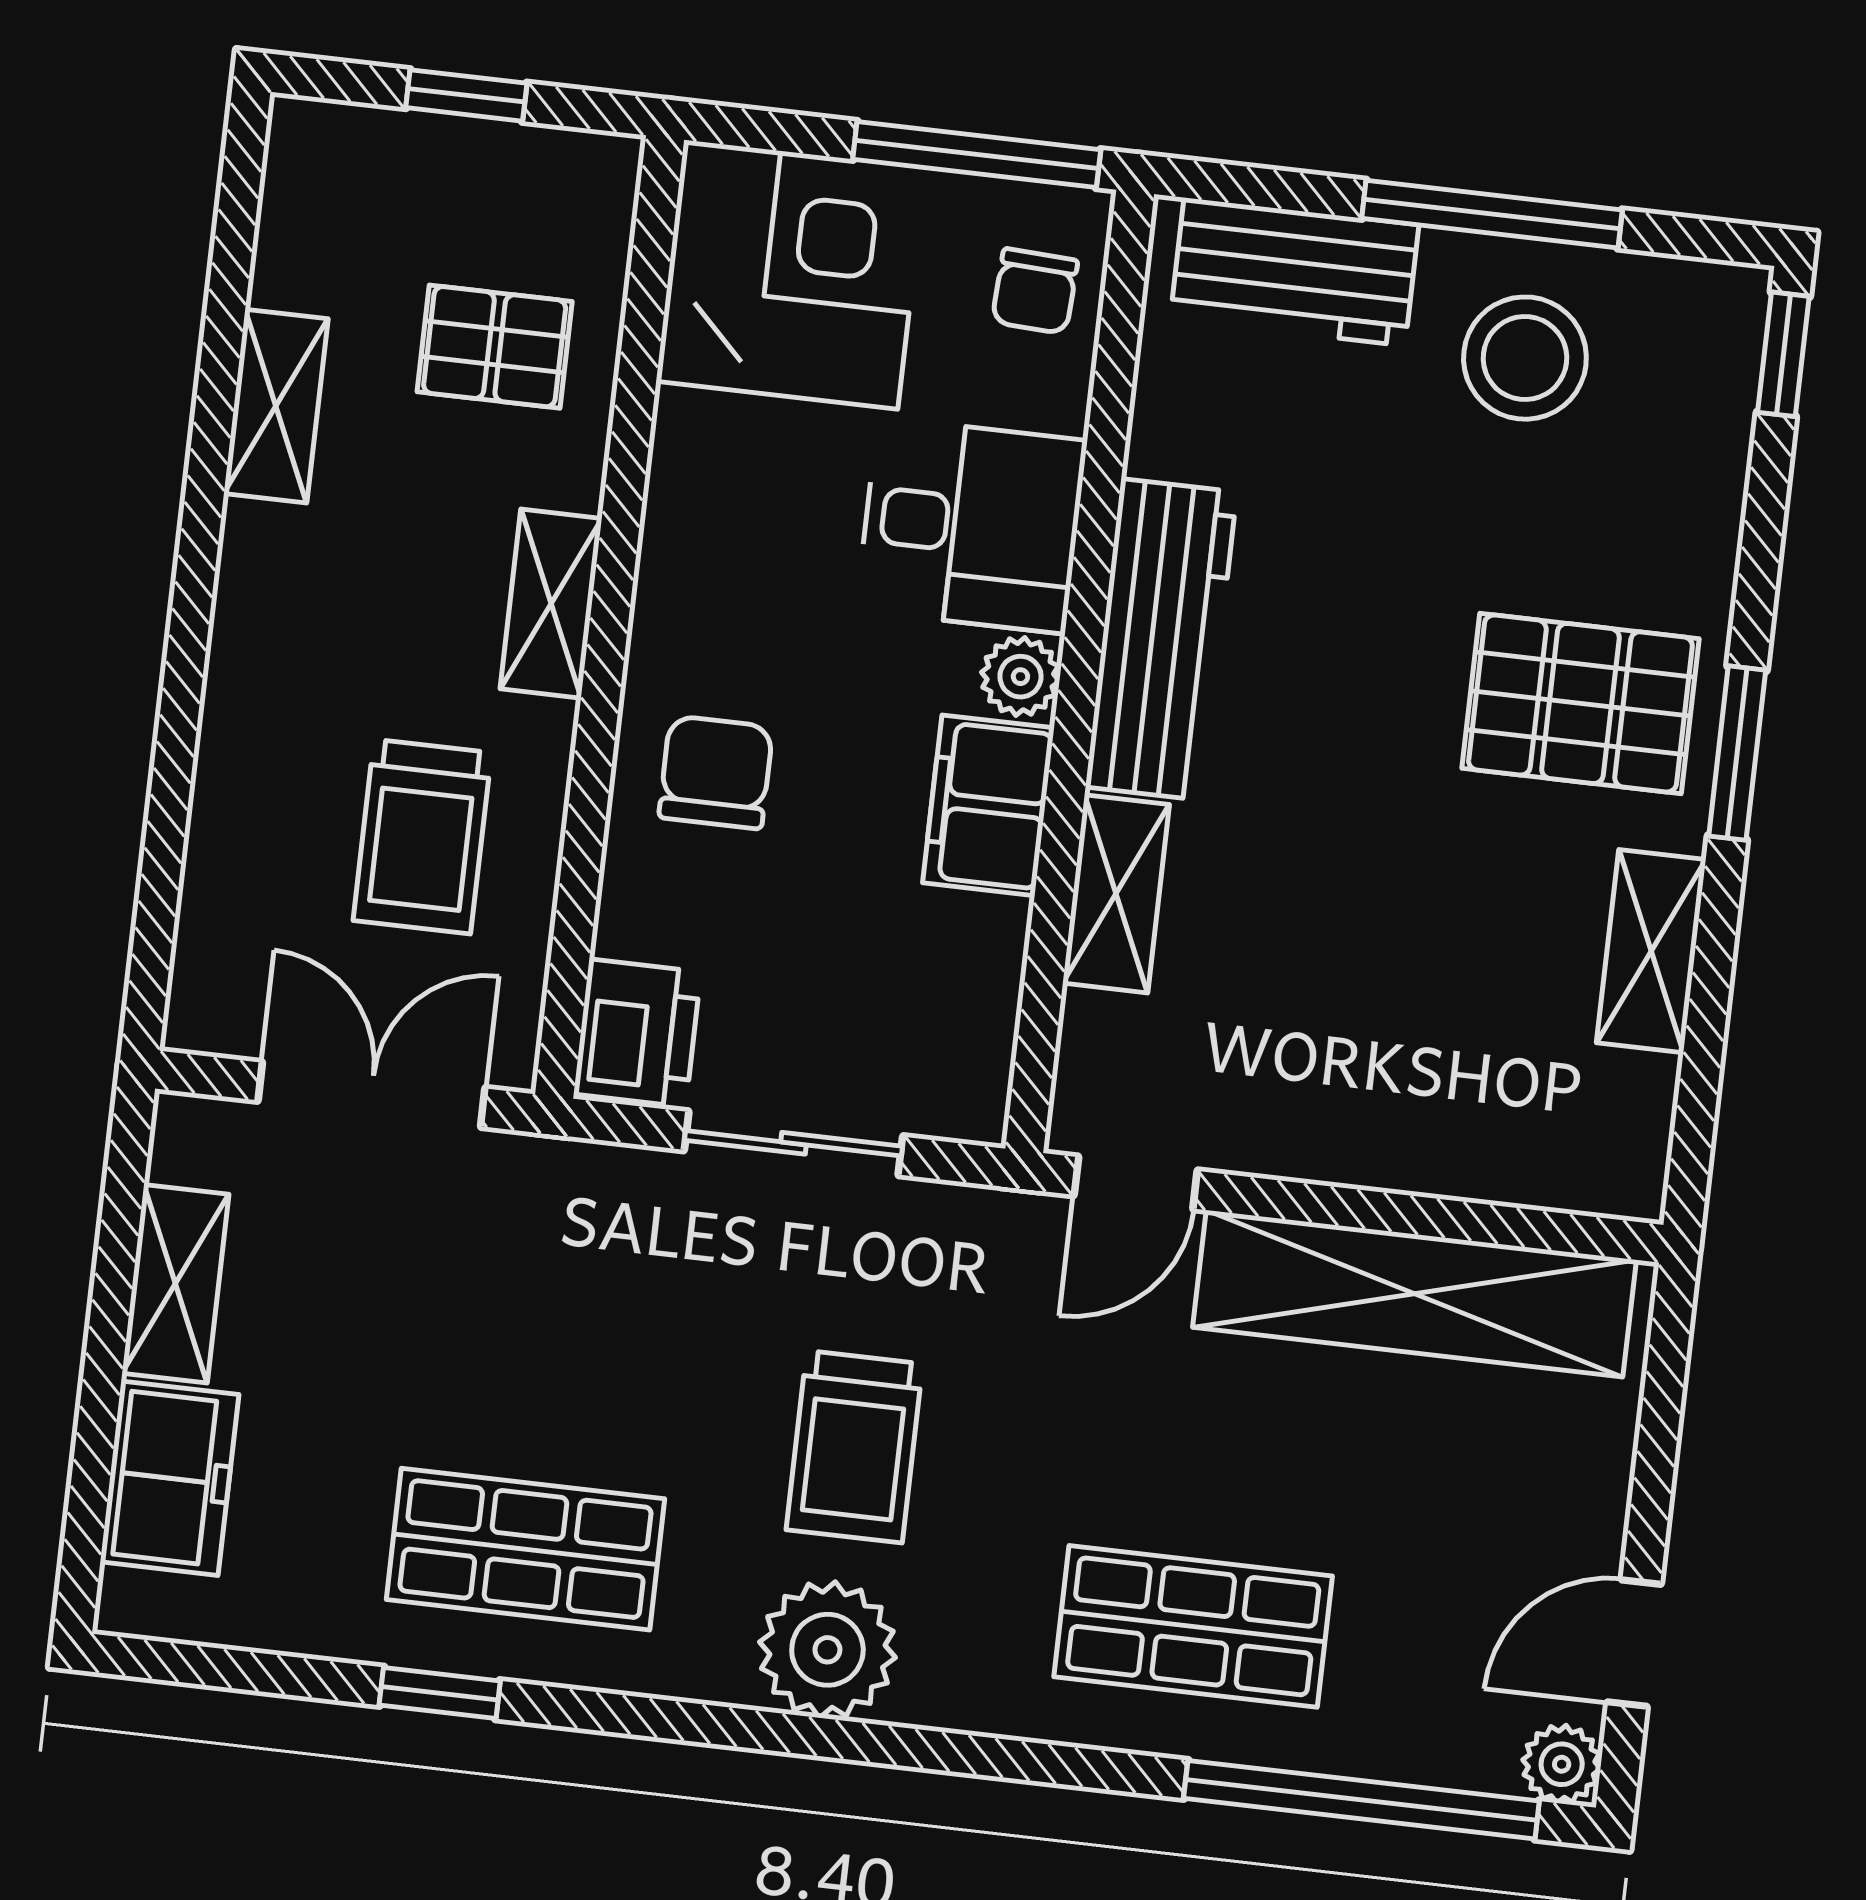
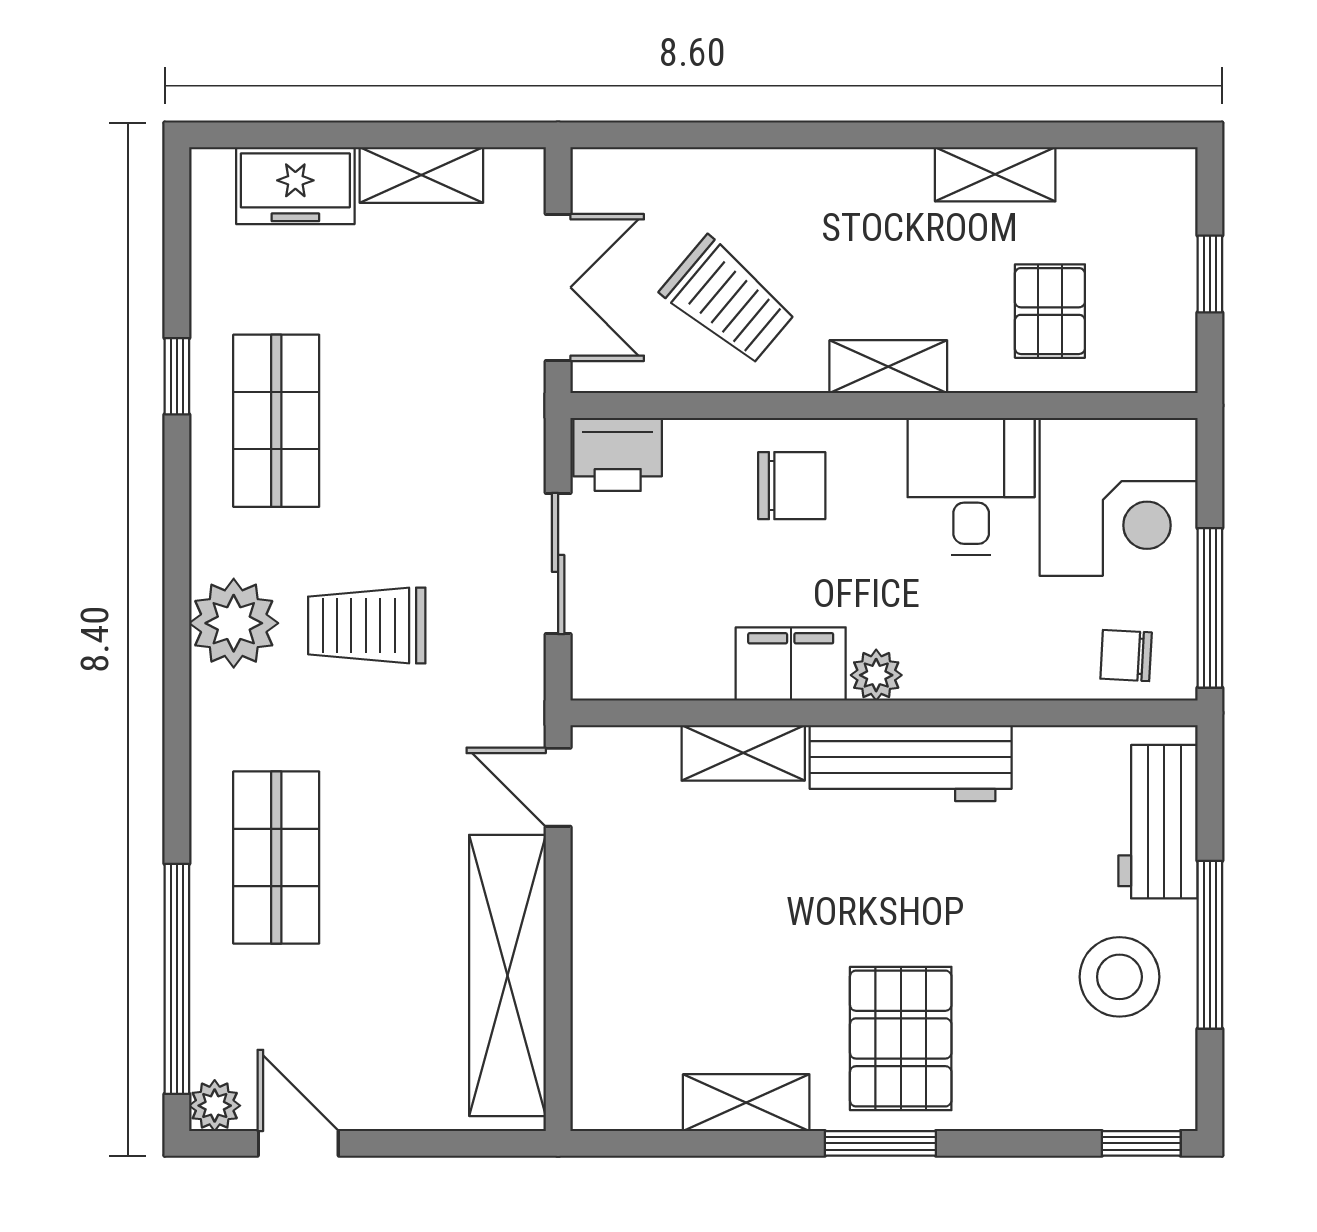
desk: (971, 525) -> (971, 486), moved, turned 180
trolley: (422, 837) -> (728, 301), turned -140

